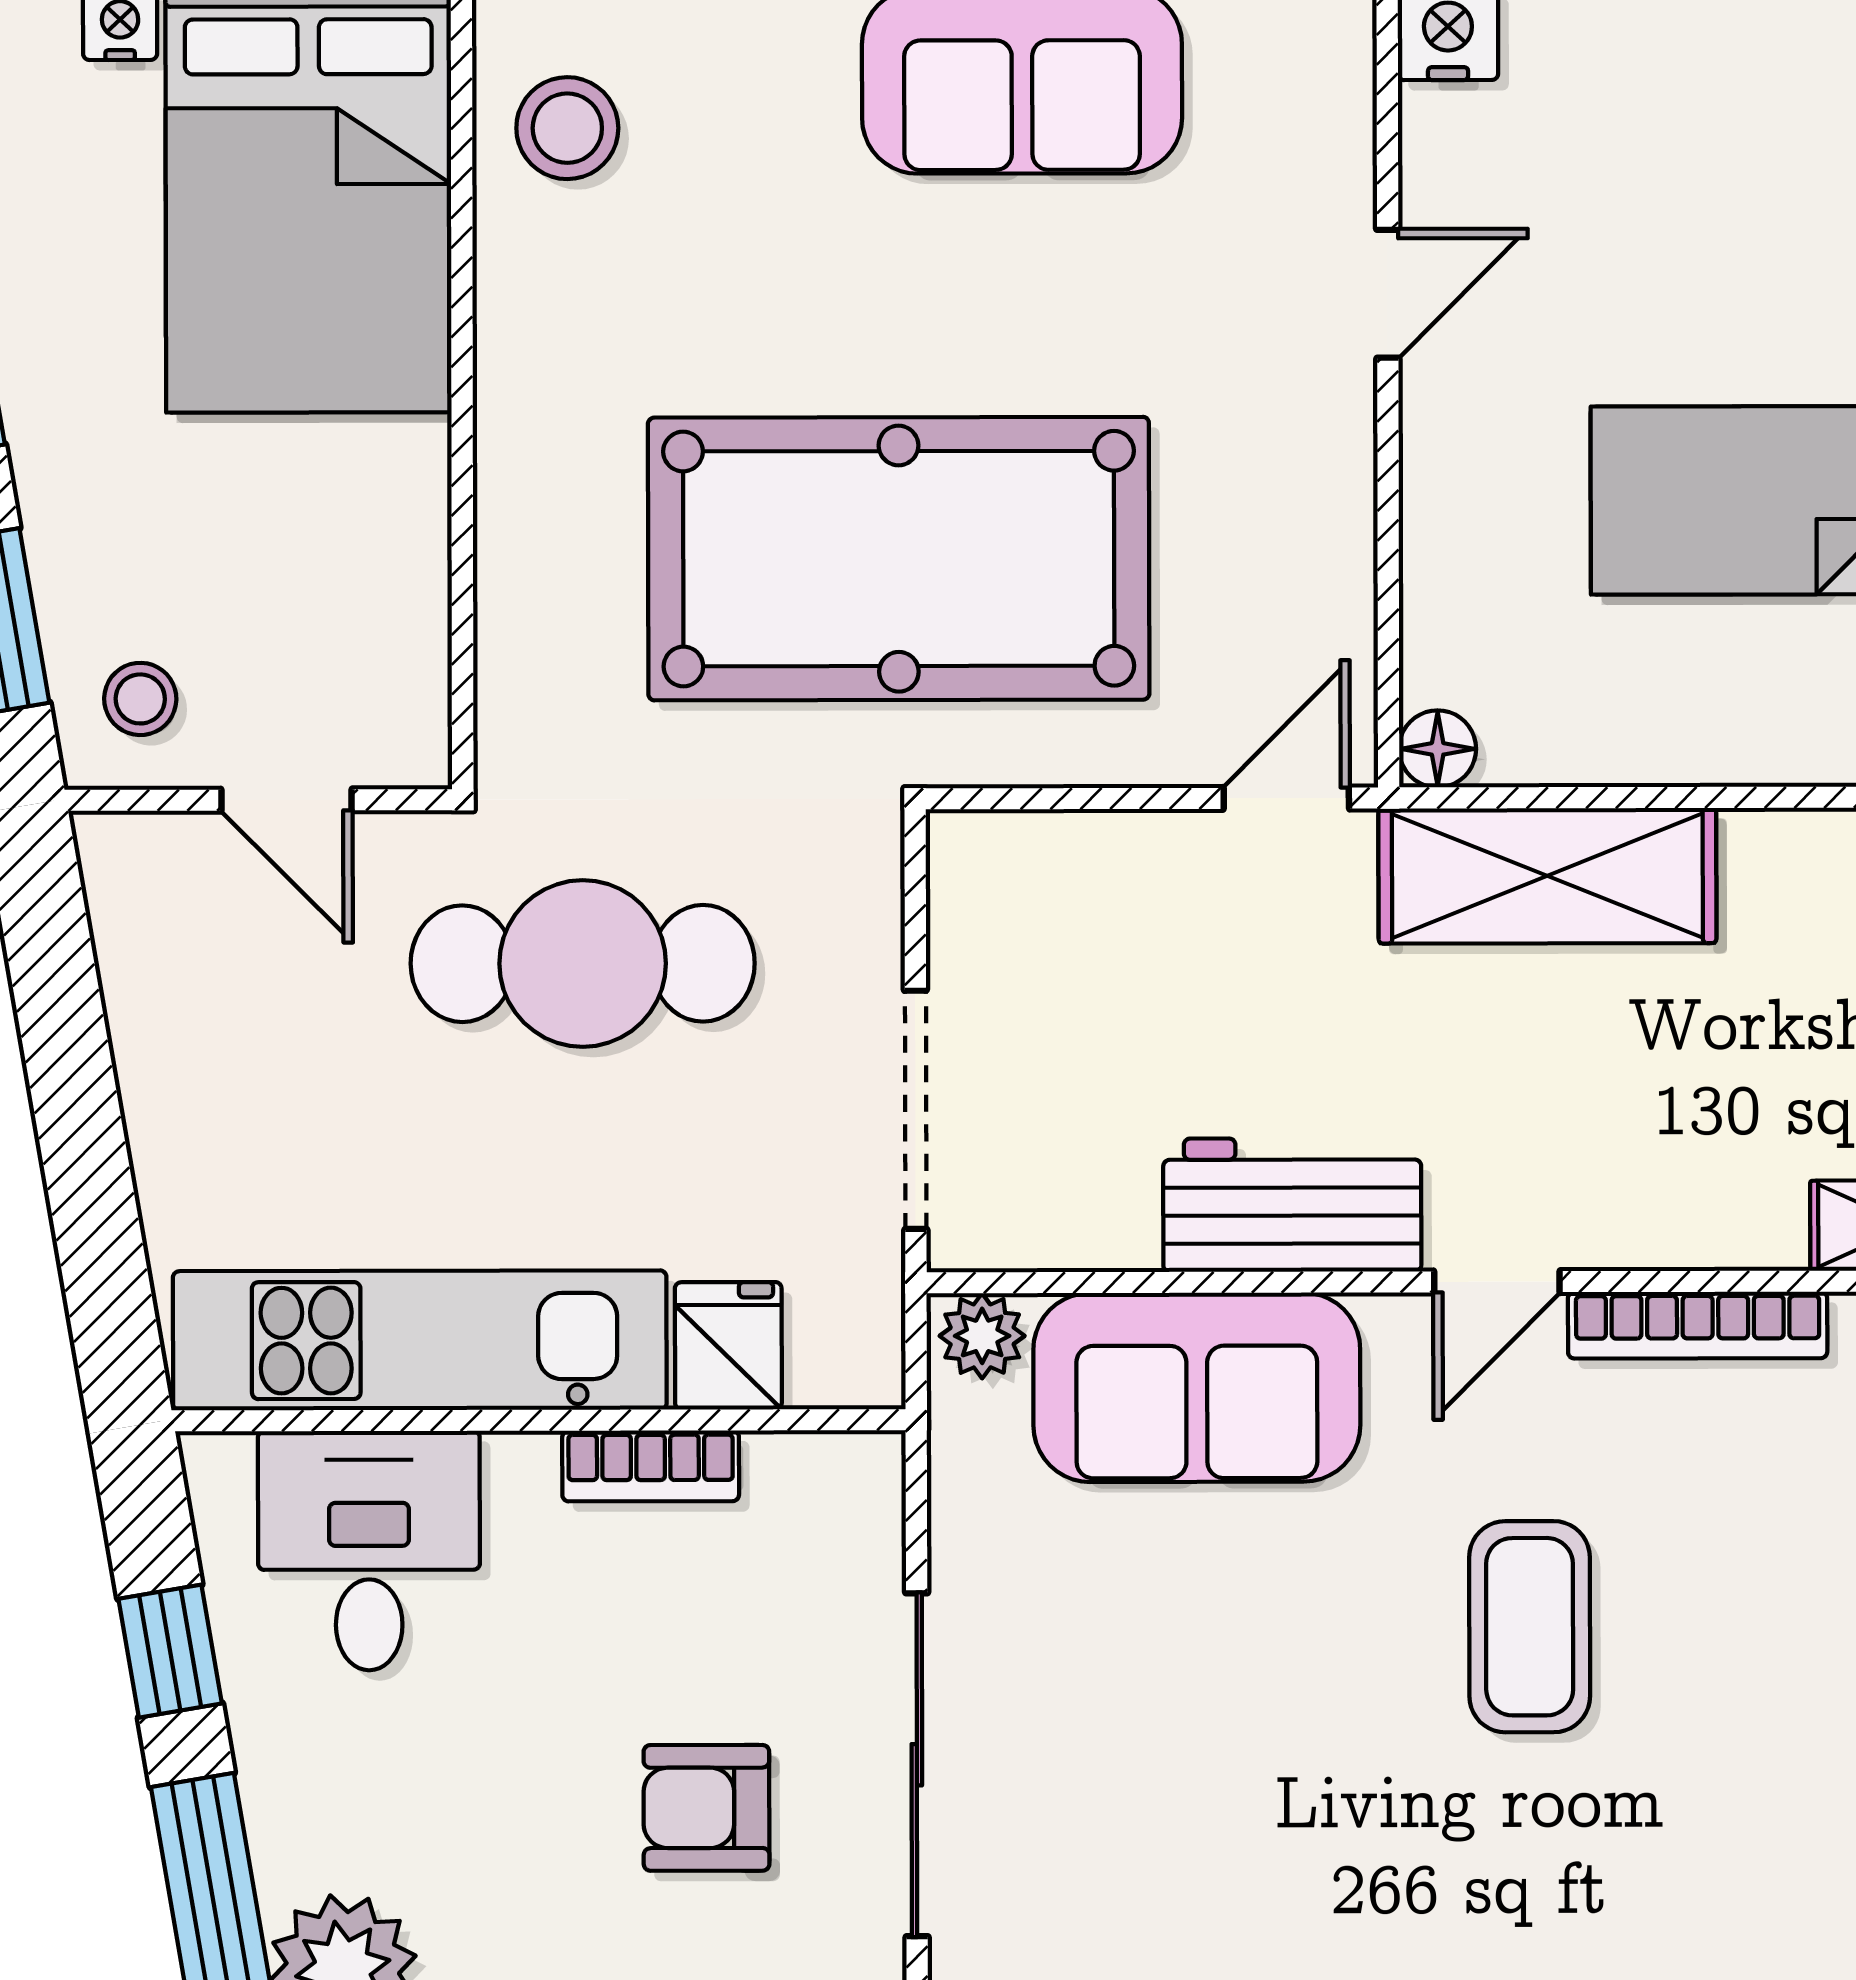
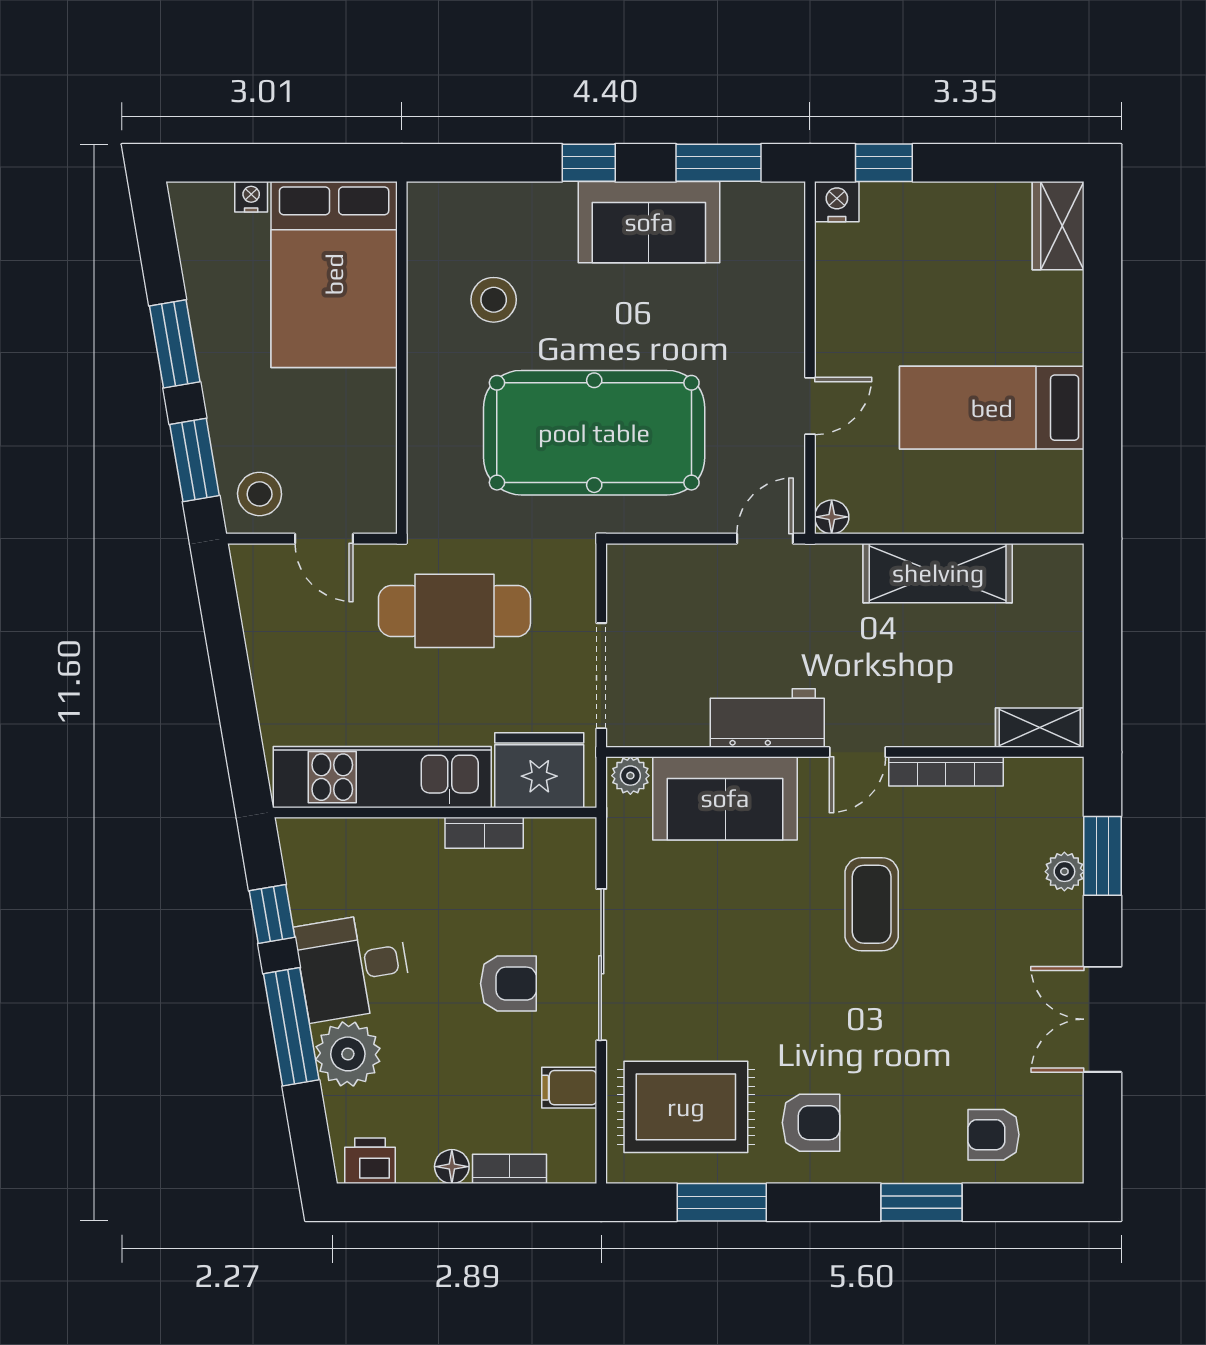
stool: (567, 128) -> (494, 300), moved
door: (1388, 294) -> (810, 406), moved
stool: (140, 699) -> (260, 494), width x1.37, depth x1.37
shelving: (1547, 876) -> (938, 573), moved
fridge: (728, 1346) -> (539, 770), width x1.88, depth x1.34
desk: (369, 1551) -> (353, 967), moved, turned -100
armchair: (706, 1808) -> (508, 984), turned 180

